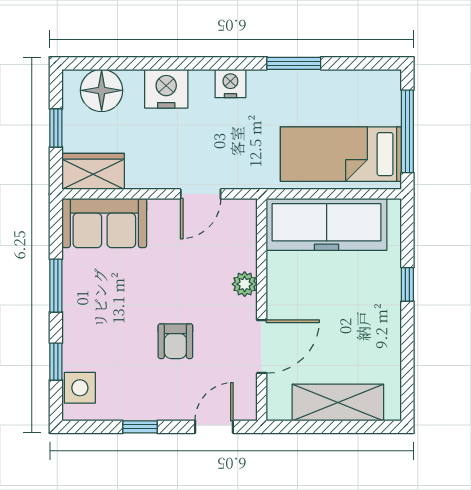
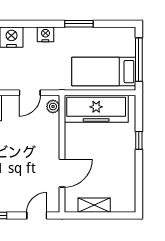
plant: (245, 284) -> (53, 106), moved
armchair: (175, 341) -> (16, 170), removed
shelving: (338, 403) -> (94, 205), width x0.67, depth x0.75

